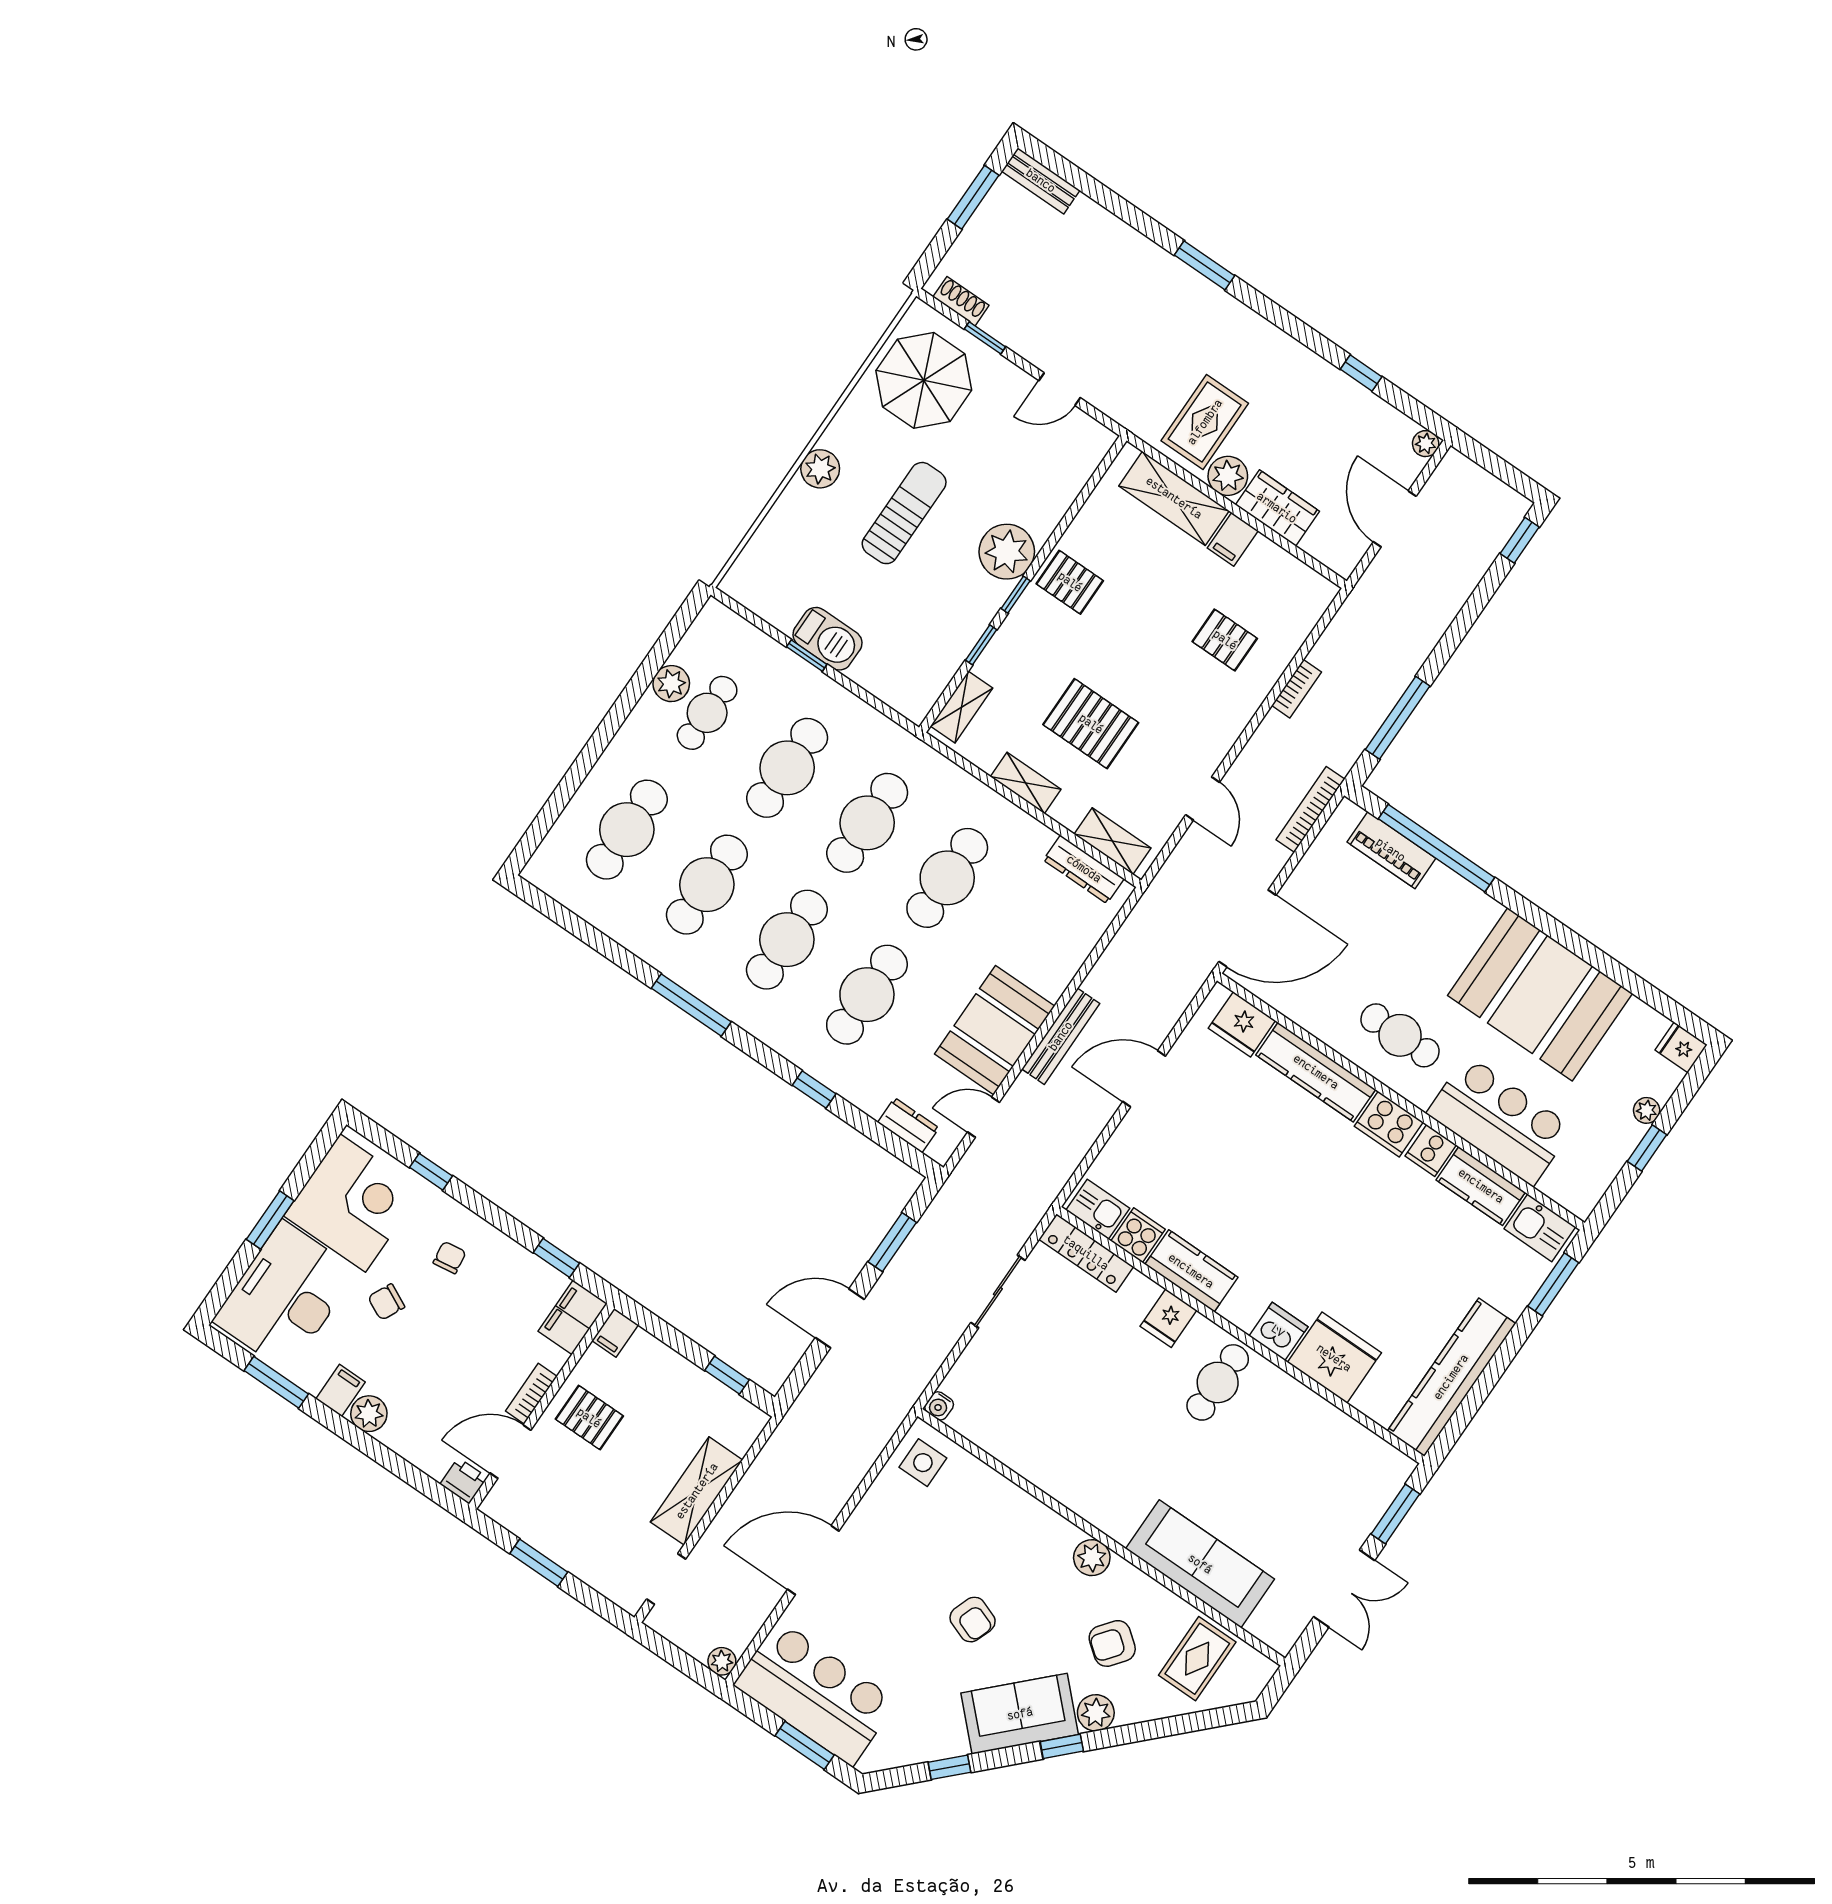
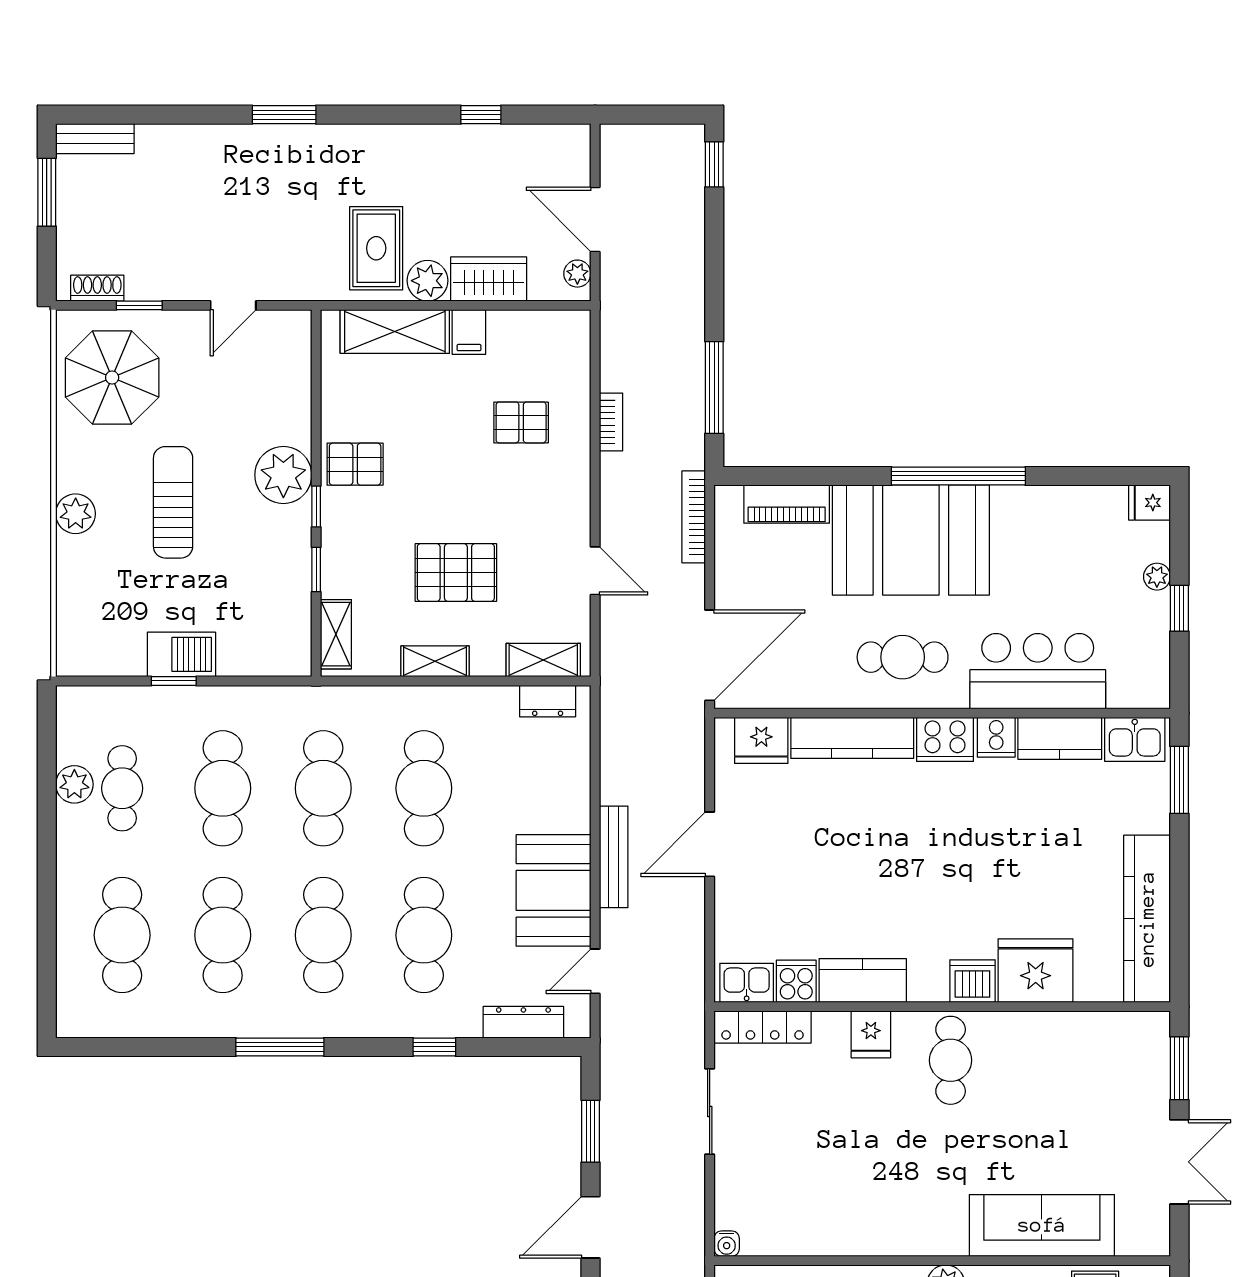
plant: (1426, 444) -> (577, 274), moved
window: (1437, 848) -> (958, 476), moved
dresser: (1084, 869) -> (548, 701), width x0.70
booth: (1540, 994) -> (911, 540), moved
dresser: (908, 1125) -> (523, 1022), width x1.44

